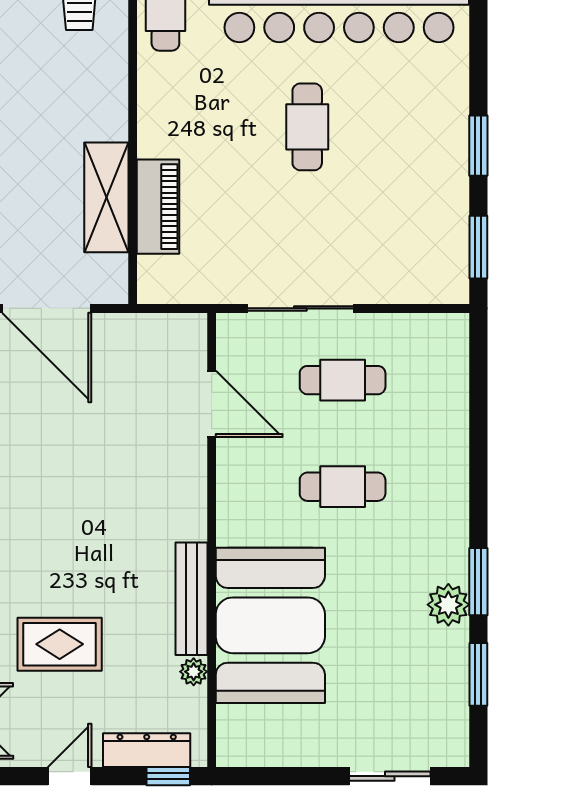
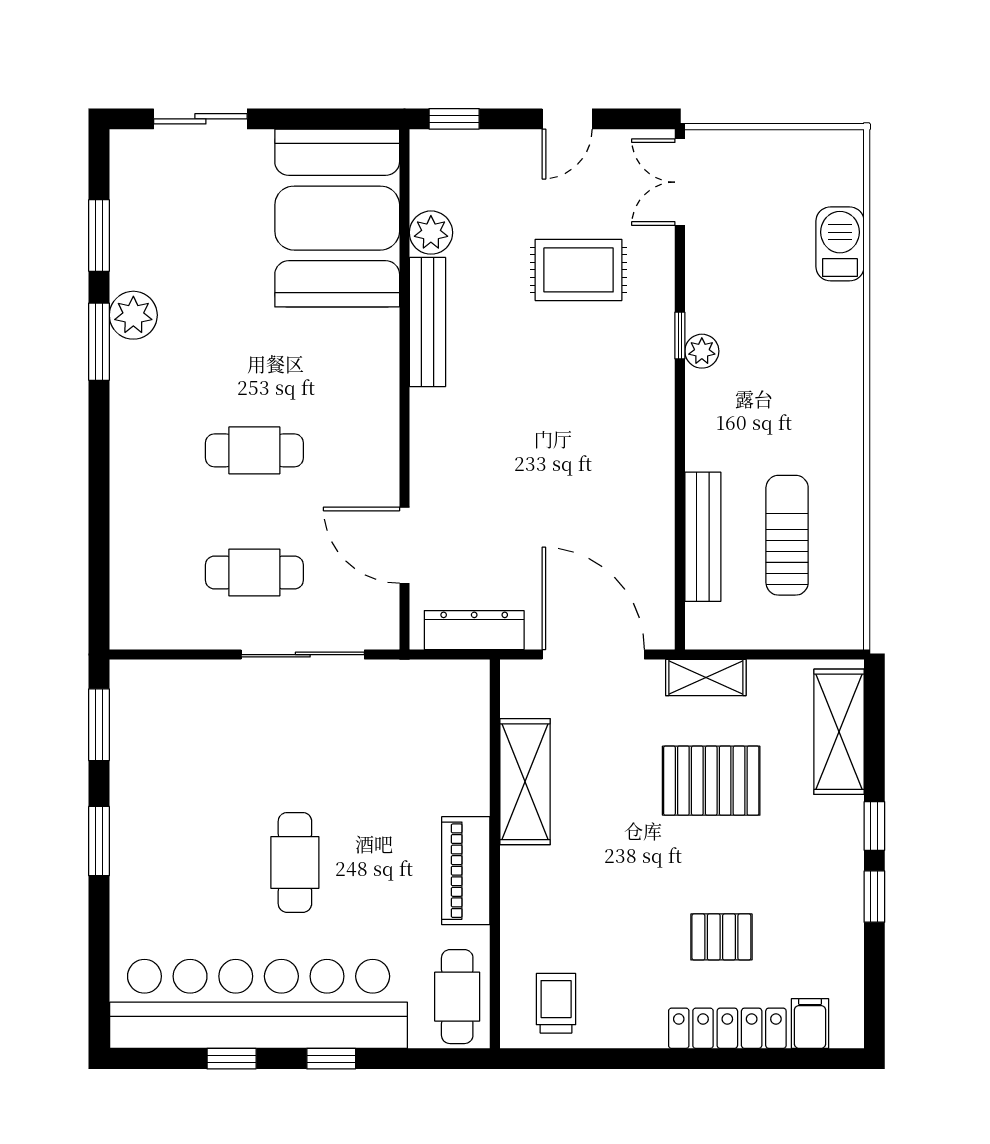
piano: (158, 207) -> (466, 871), moved
booth: (270, 625) -> (337, 218), moved
plant: (194, 672) -> (431, 233), width x1.38, depth x1.38
dresser: (147, 750) -> (474, 630), moved, turned 180

